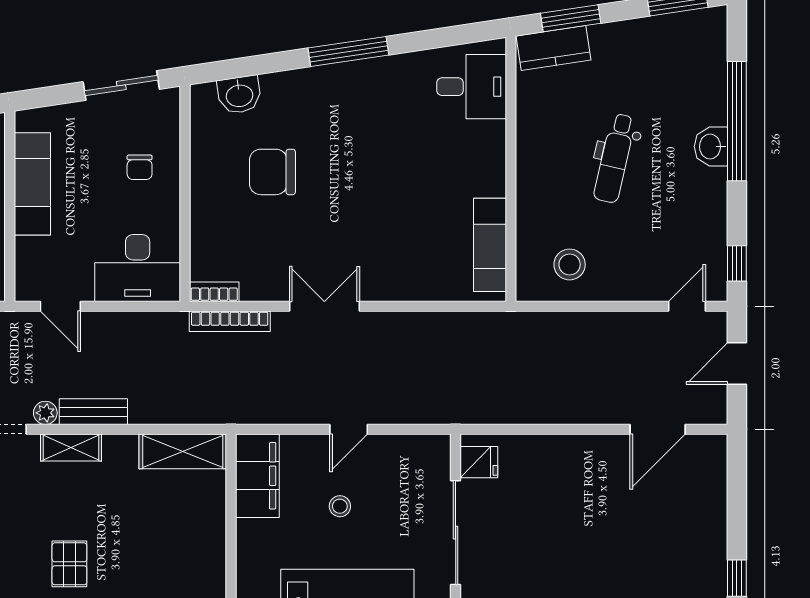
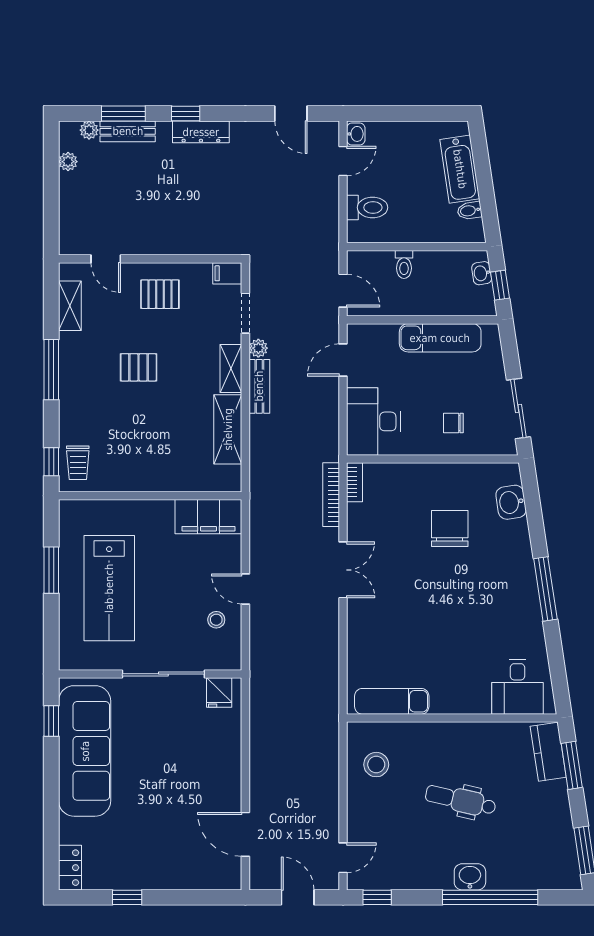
door: (687, 306) -> (343, 858), hinge flipped
shelving: (183, 451) -> (228, 429), moved
stool: (340, 506) -> (216, 620), moved

